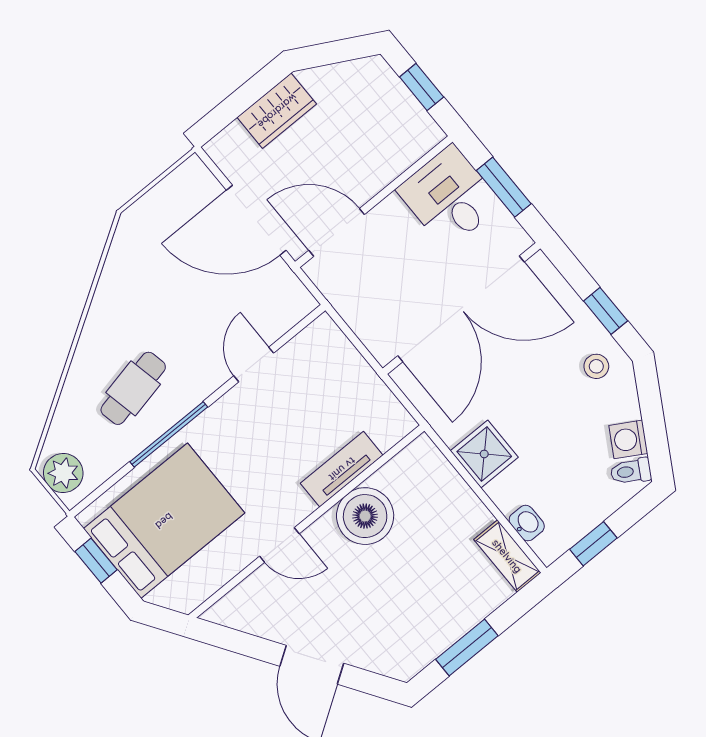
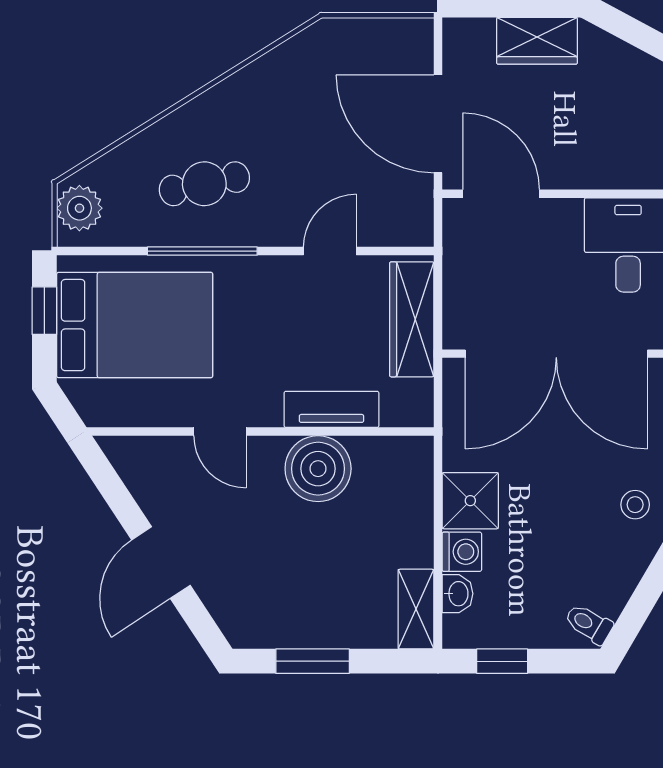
wardrobe: (346, 365) -> (412, 319), added
washing machine: (628, 439) -> (462, 552), moved, turned 150

